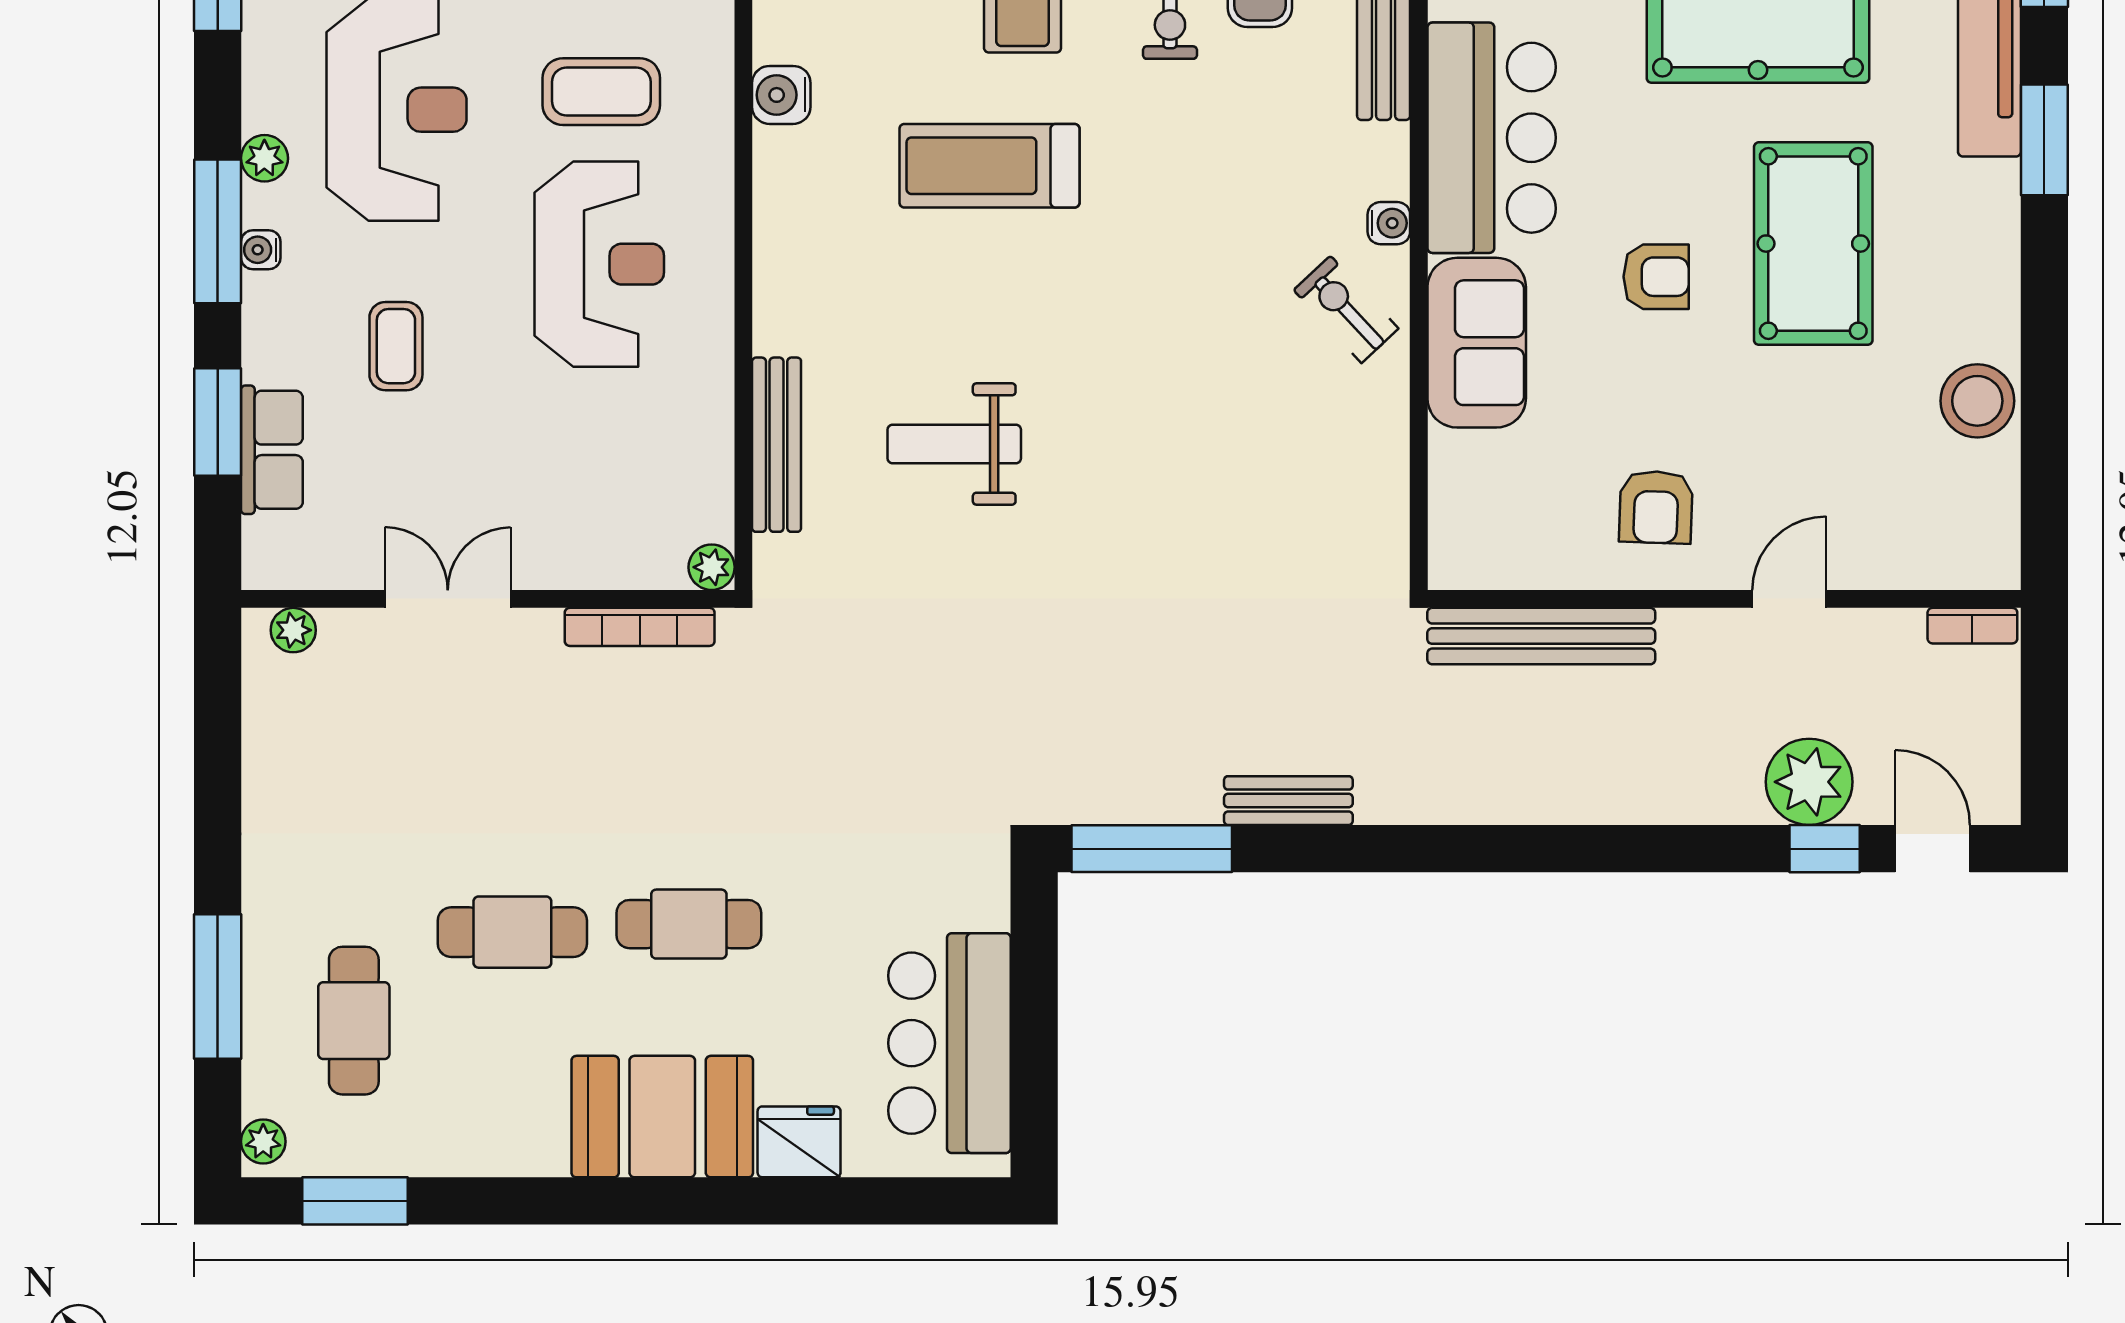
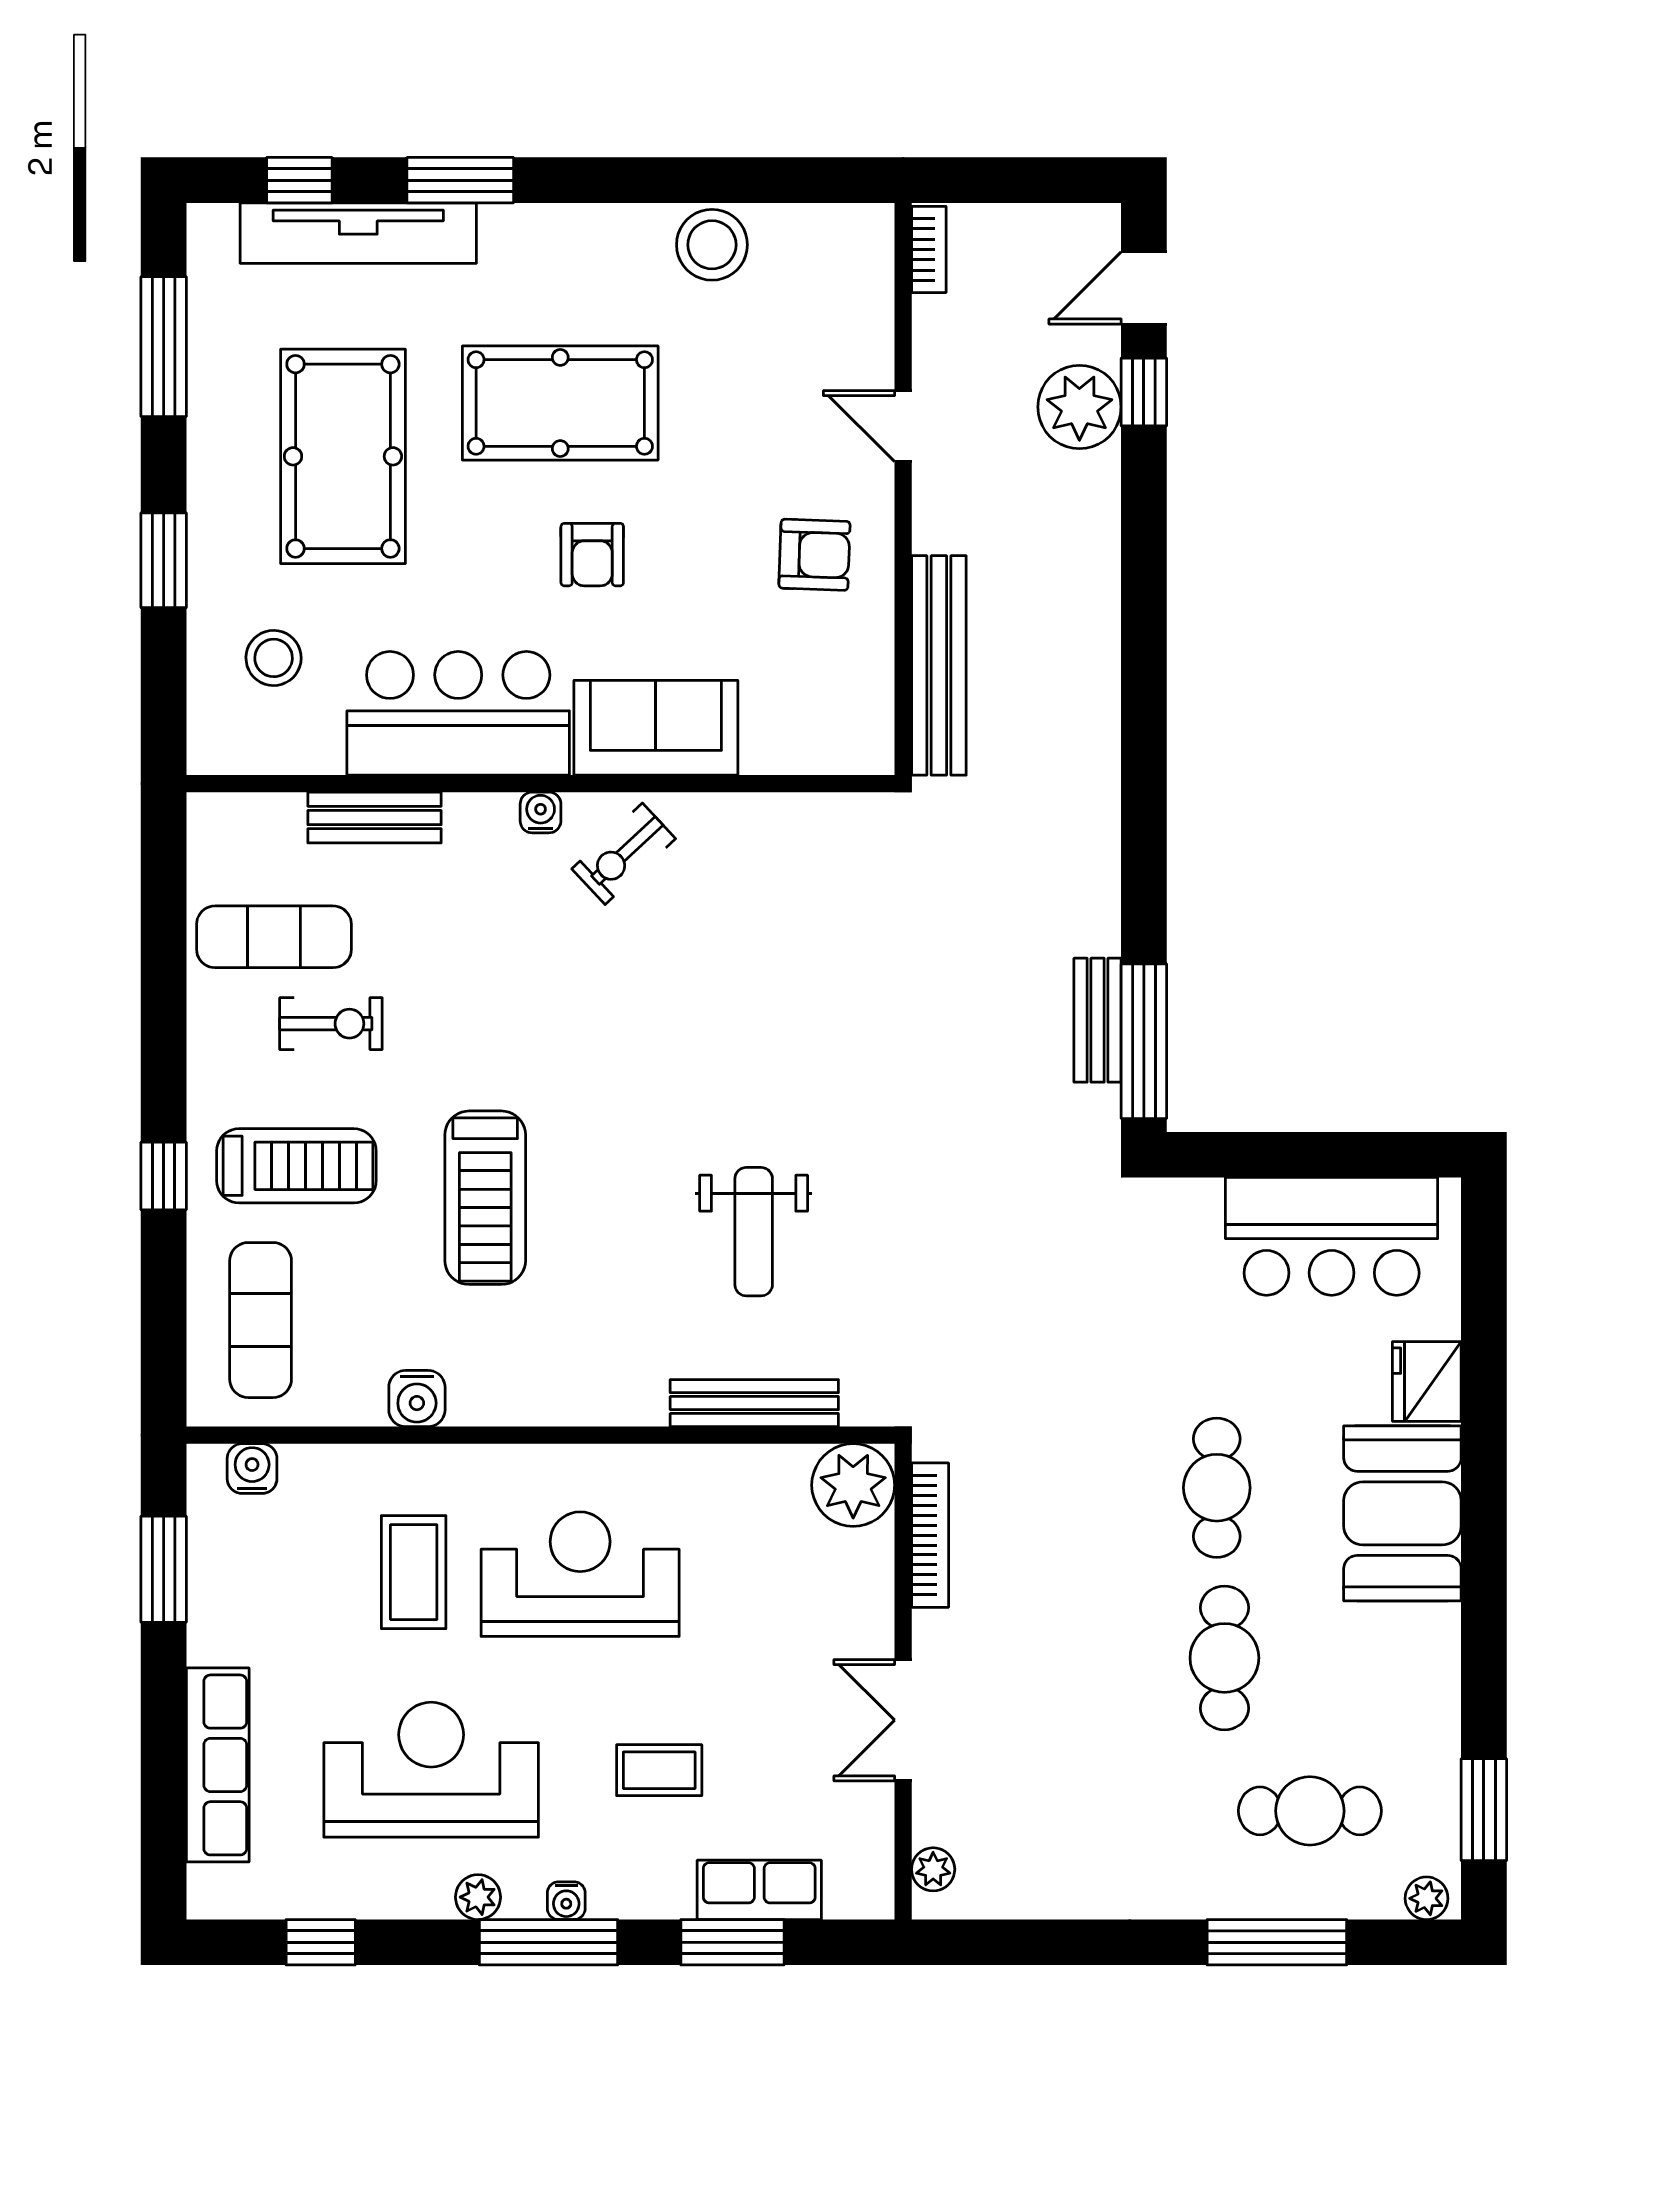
armchair: (1656, 277) -> (592, 555), turned 180
plant: (712, 567) -> (853, 1485), width x1.87, depth x1.87
bench: (1288, 801) -> (1098, 1020), moved

